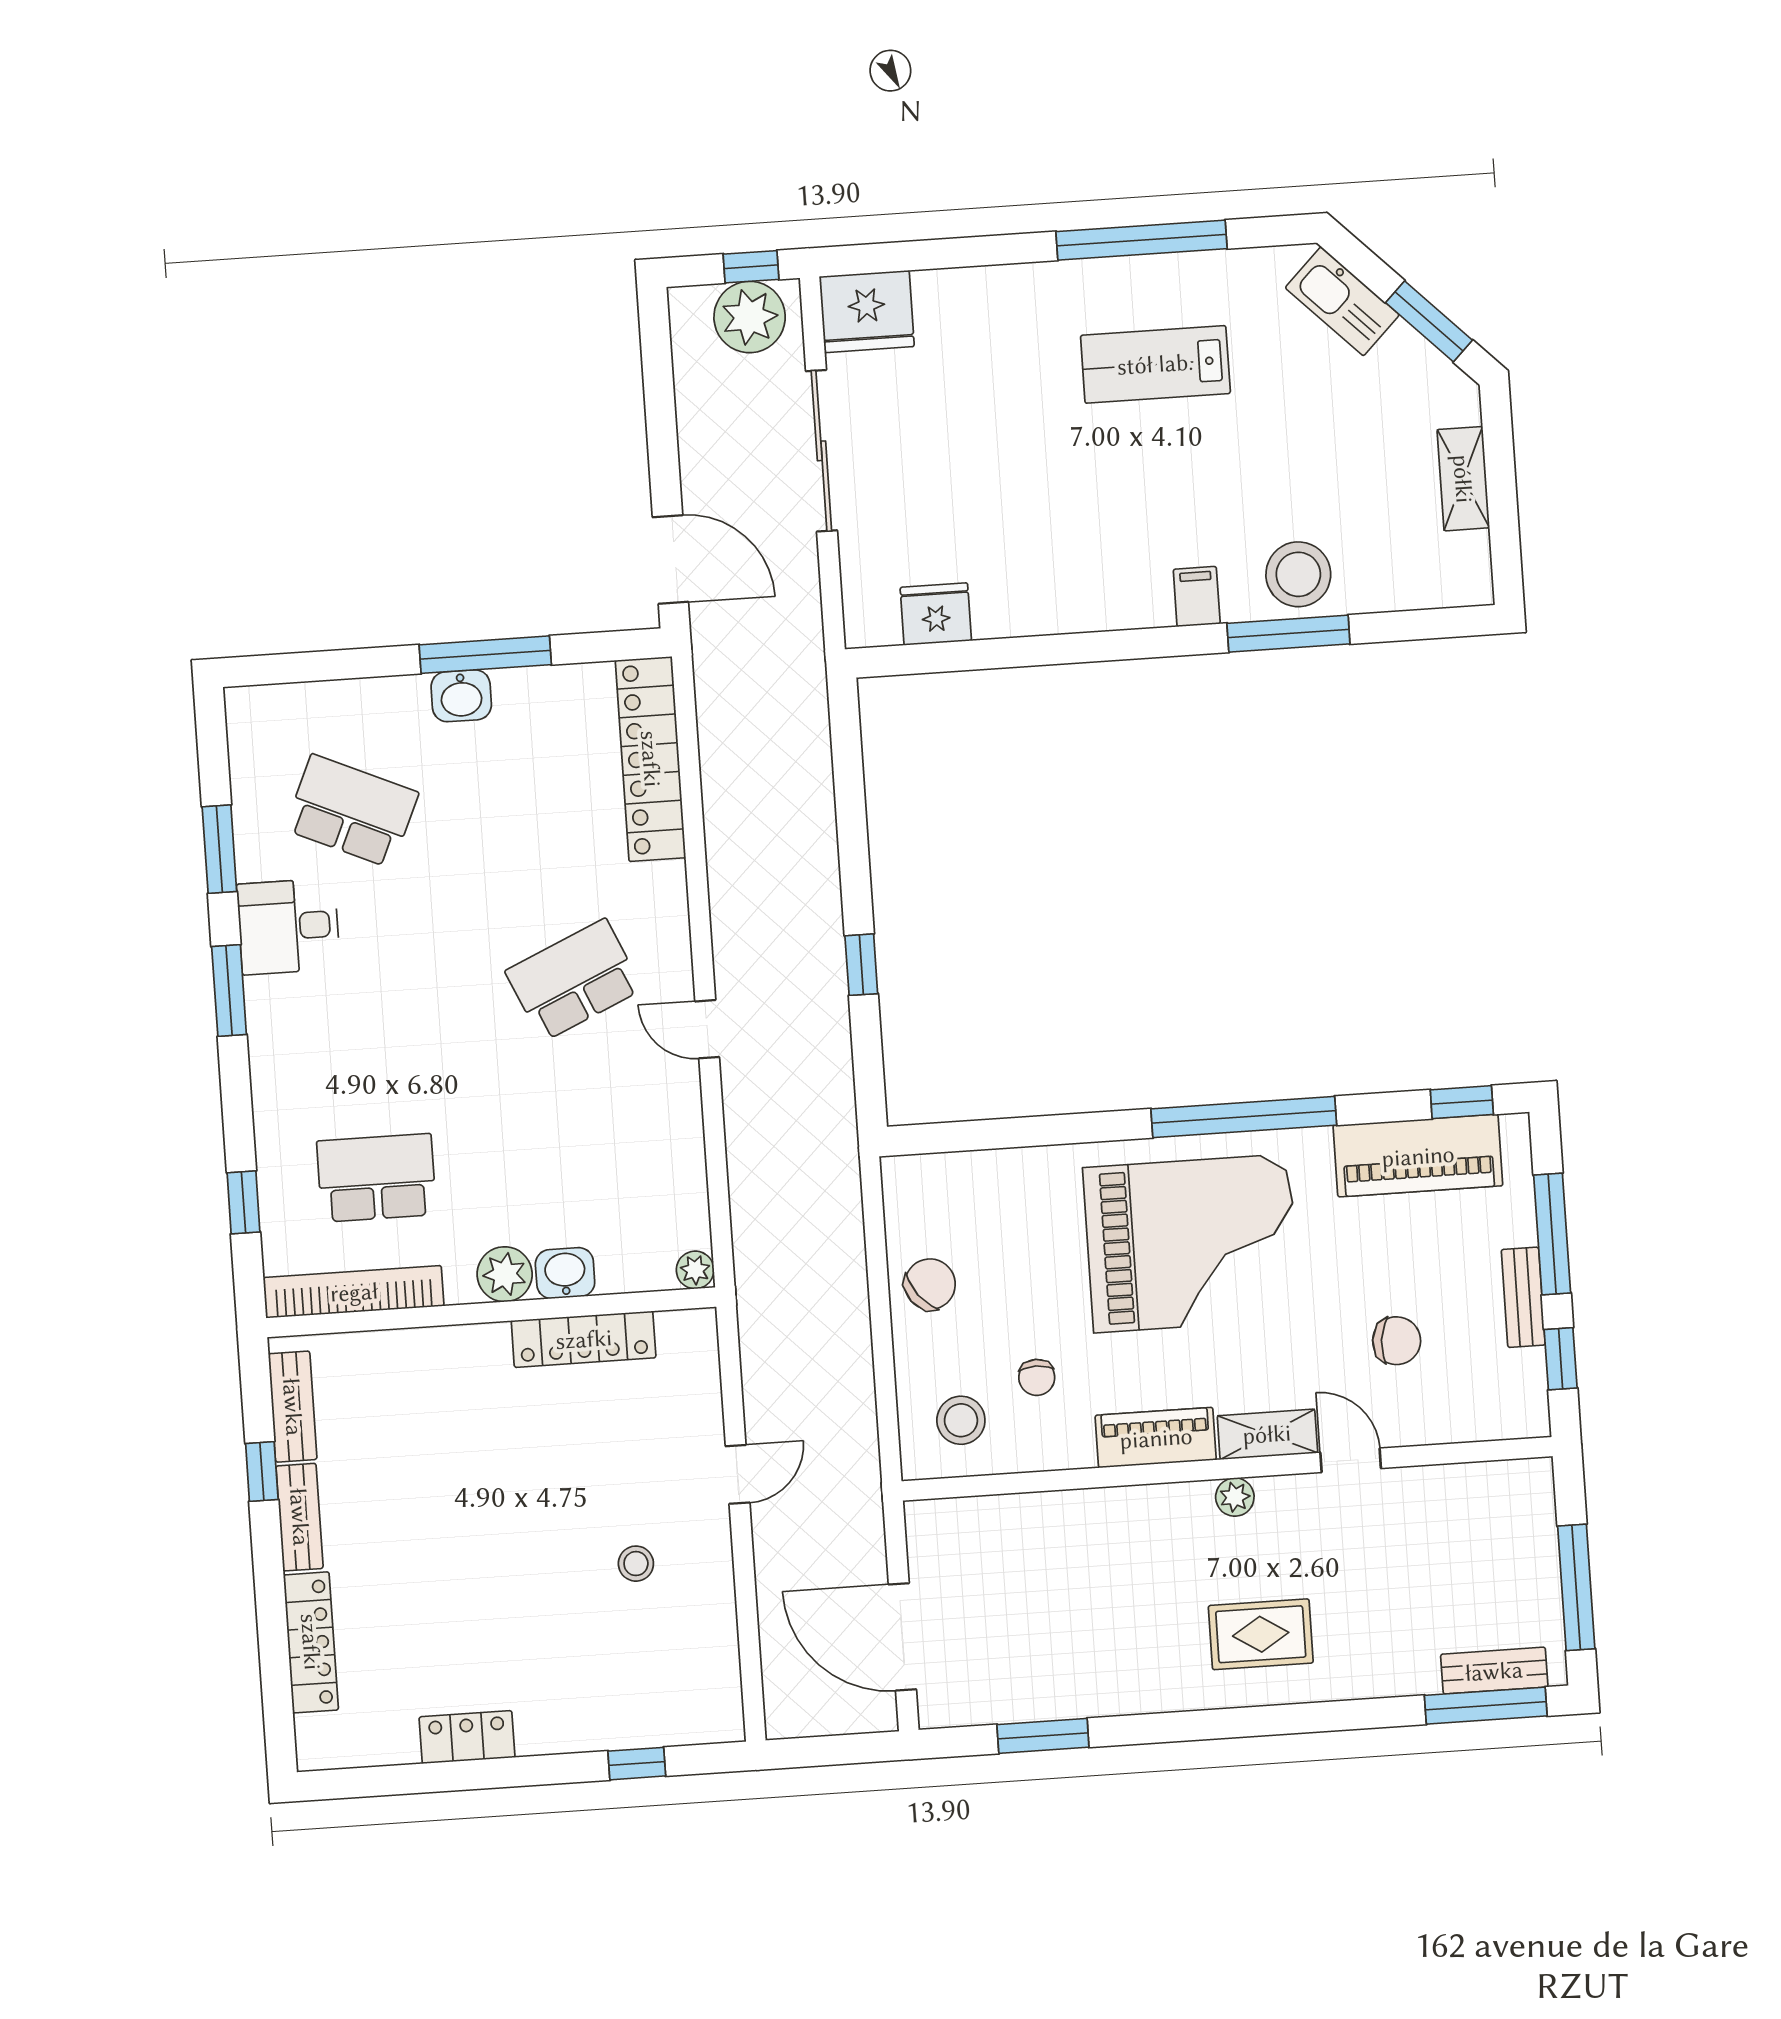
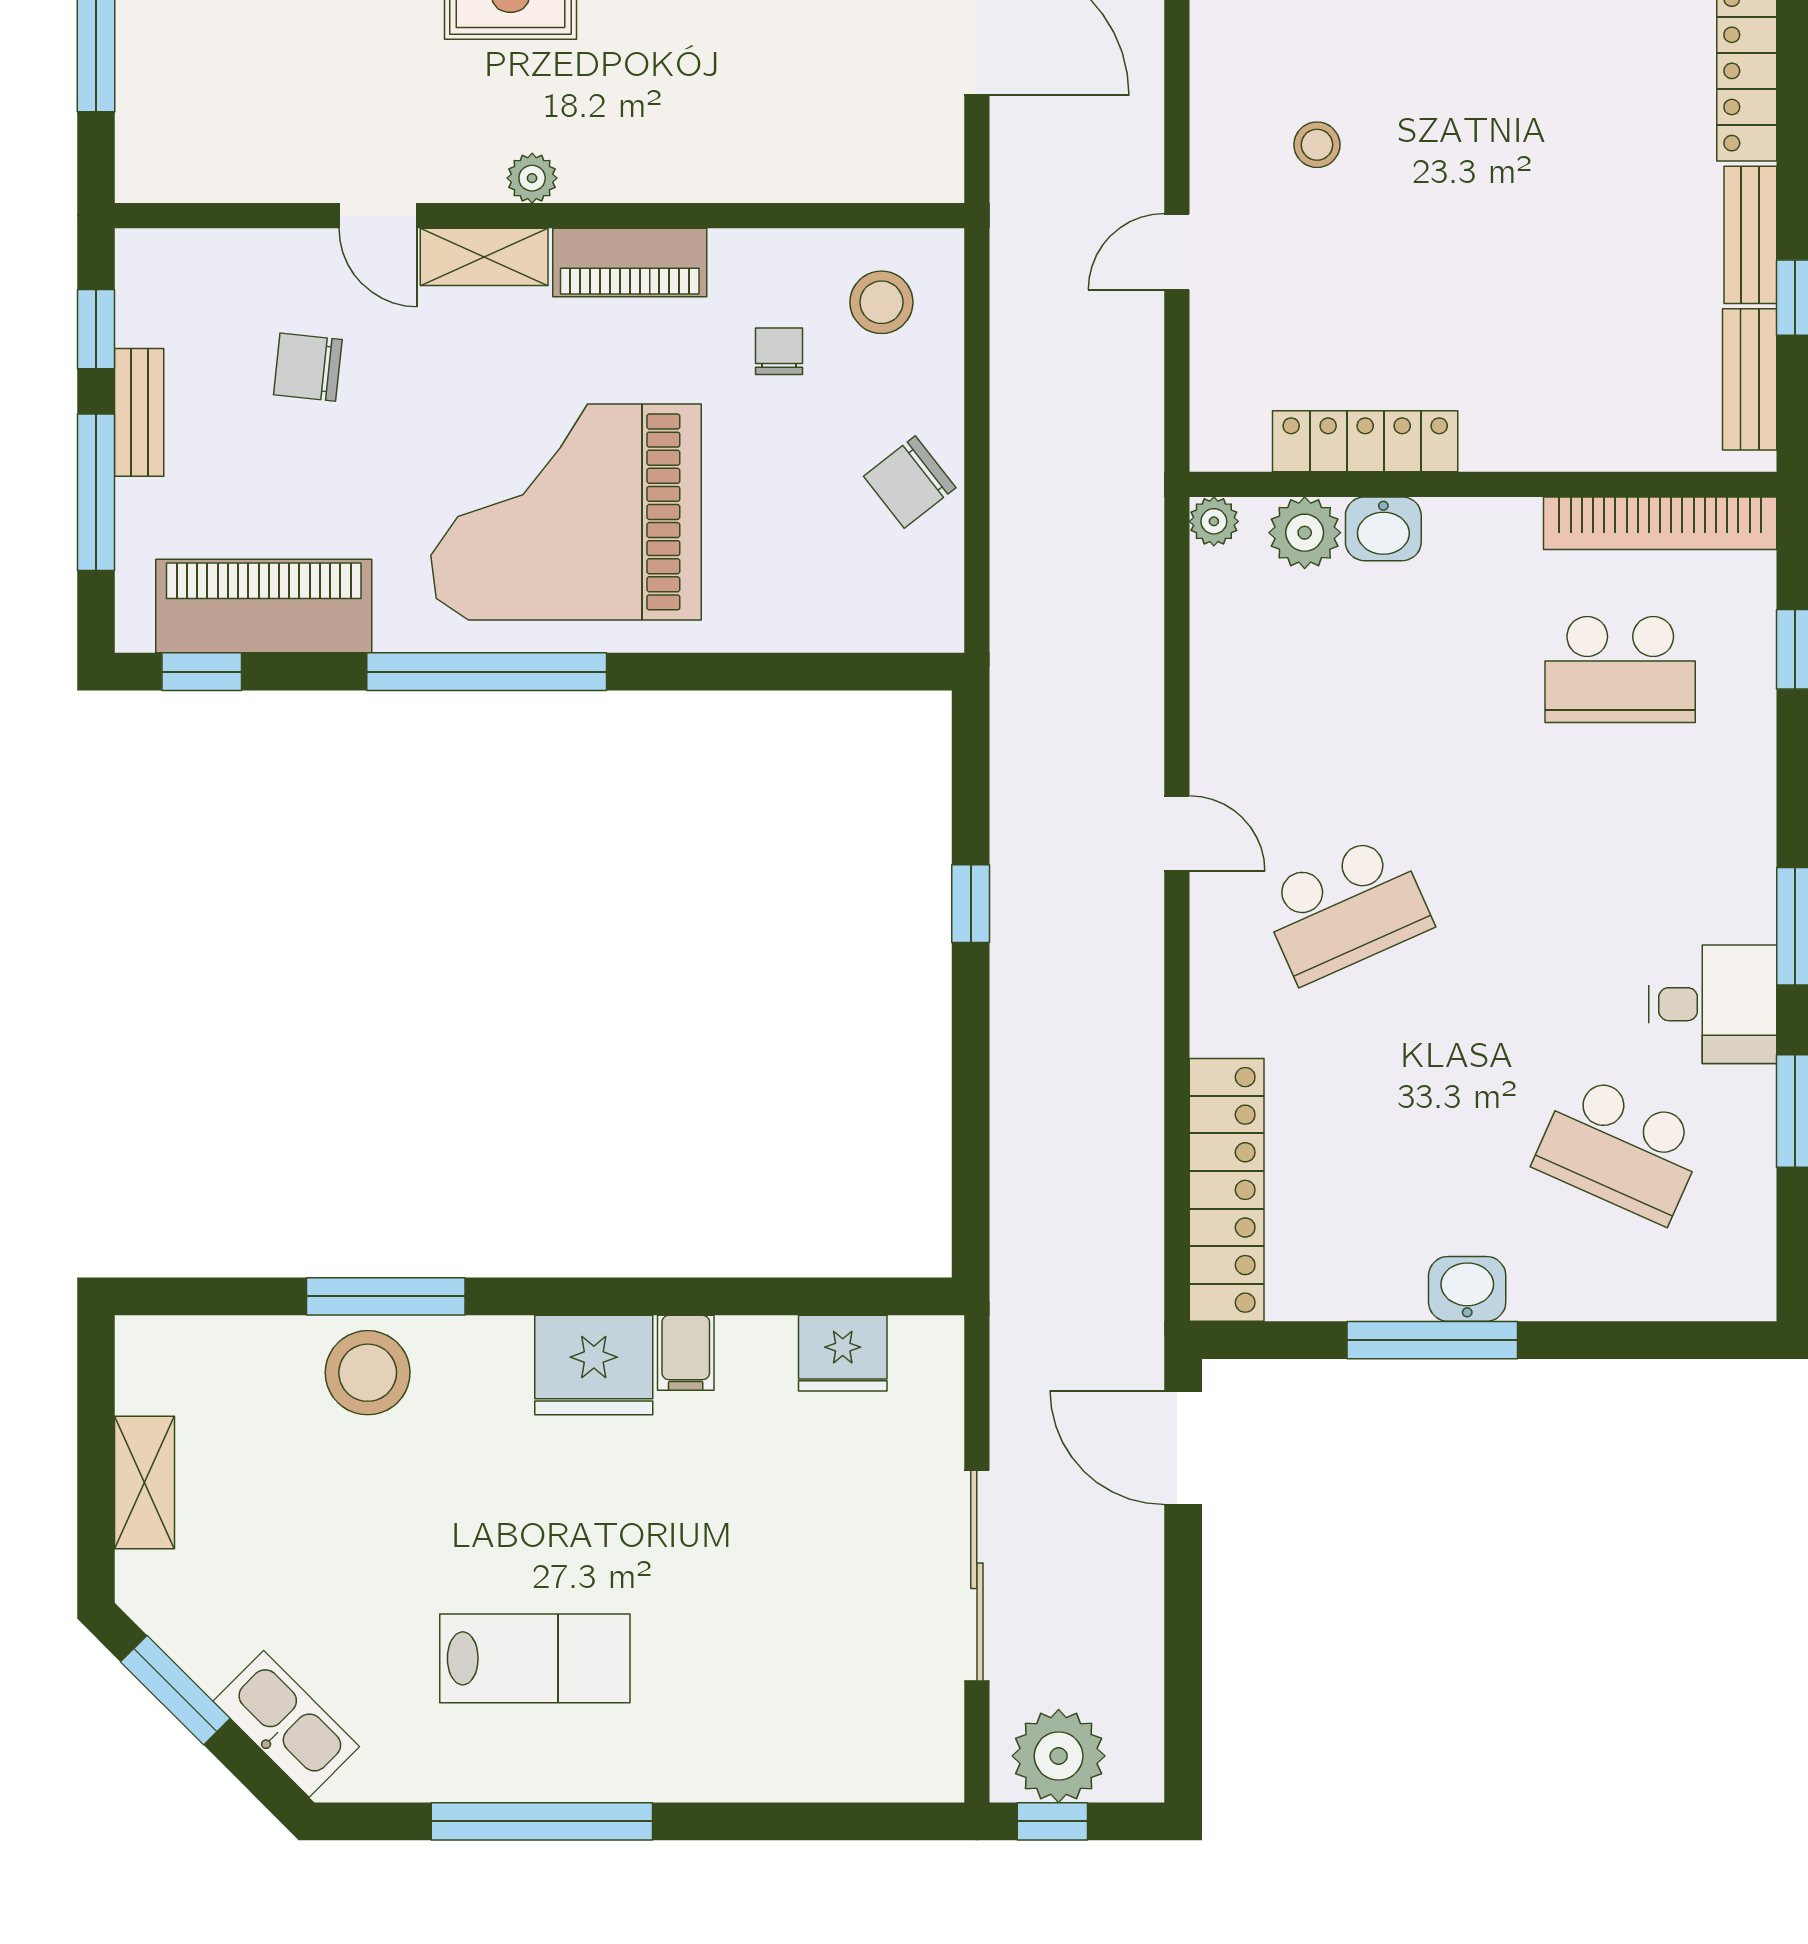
fridge: (867, 312) -> (594, 1365), moved, turned 180
filing cabinet: (1197, 597) -> (686, 1353), moved
plant: (505, 1274) -> (1305, 533), moved

